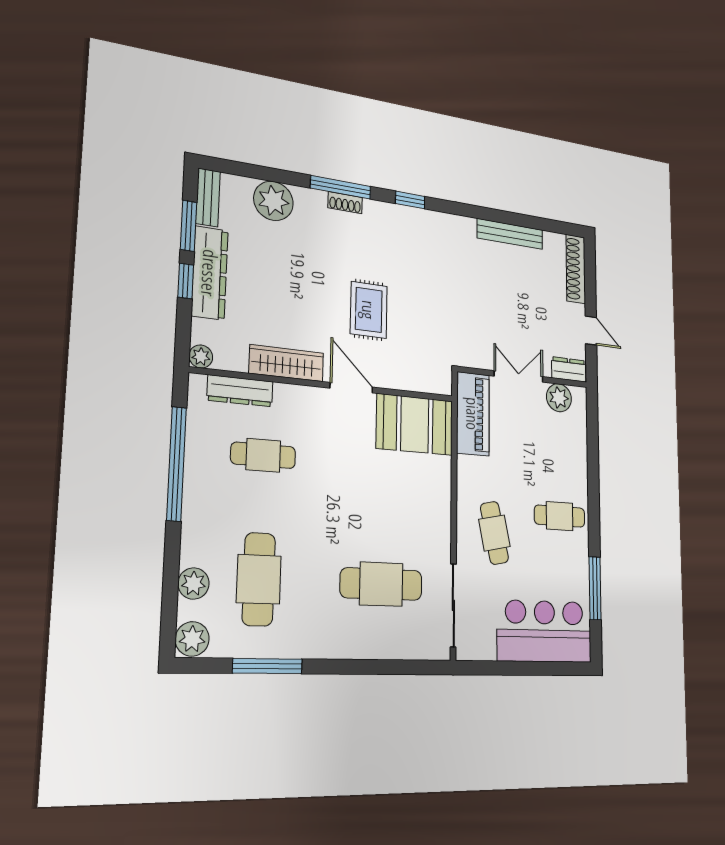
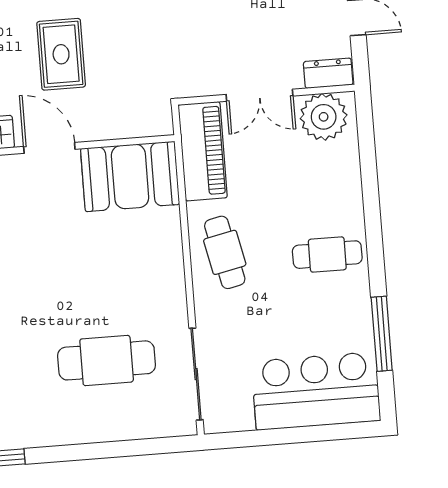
double door: (519, 376) -> (260, 95), swing flipped
plant: (559, 398) -> (324, 117), width x1.36, depth x1.36
cafe table: (494, 533) -> (225, 252), moved

